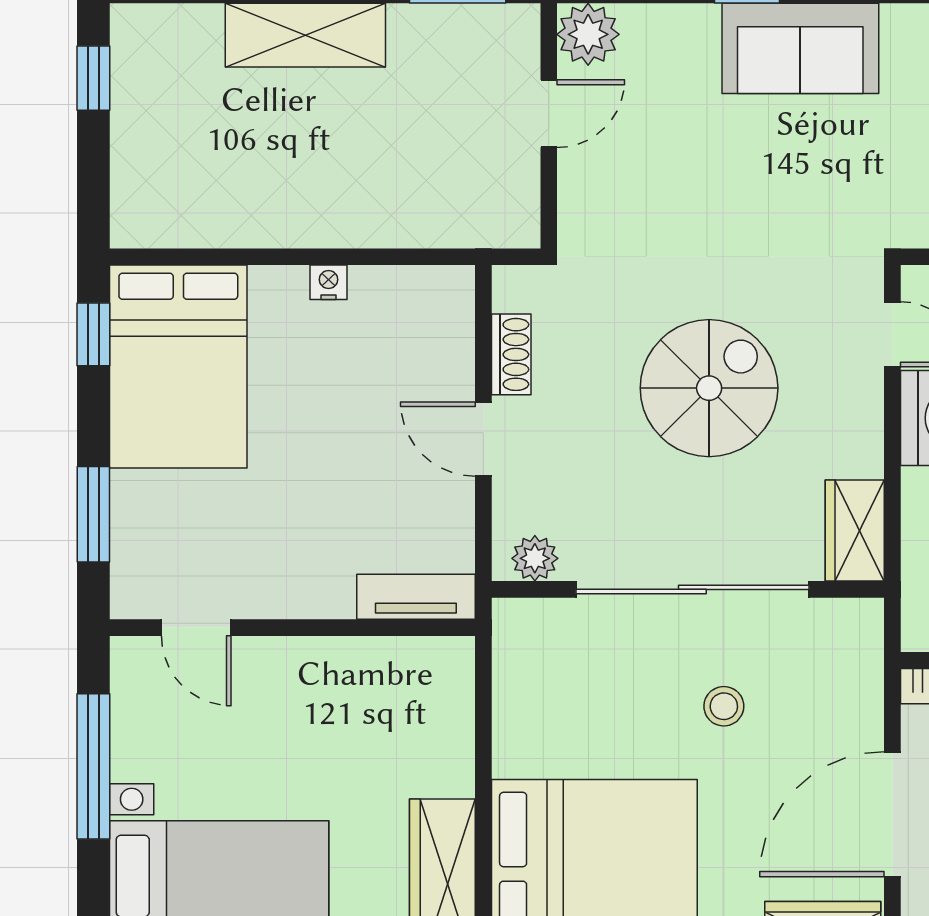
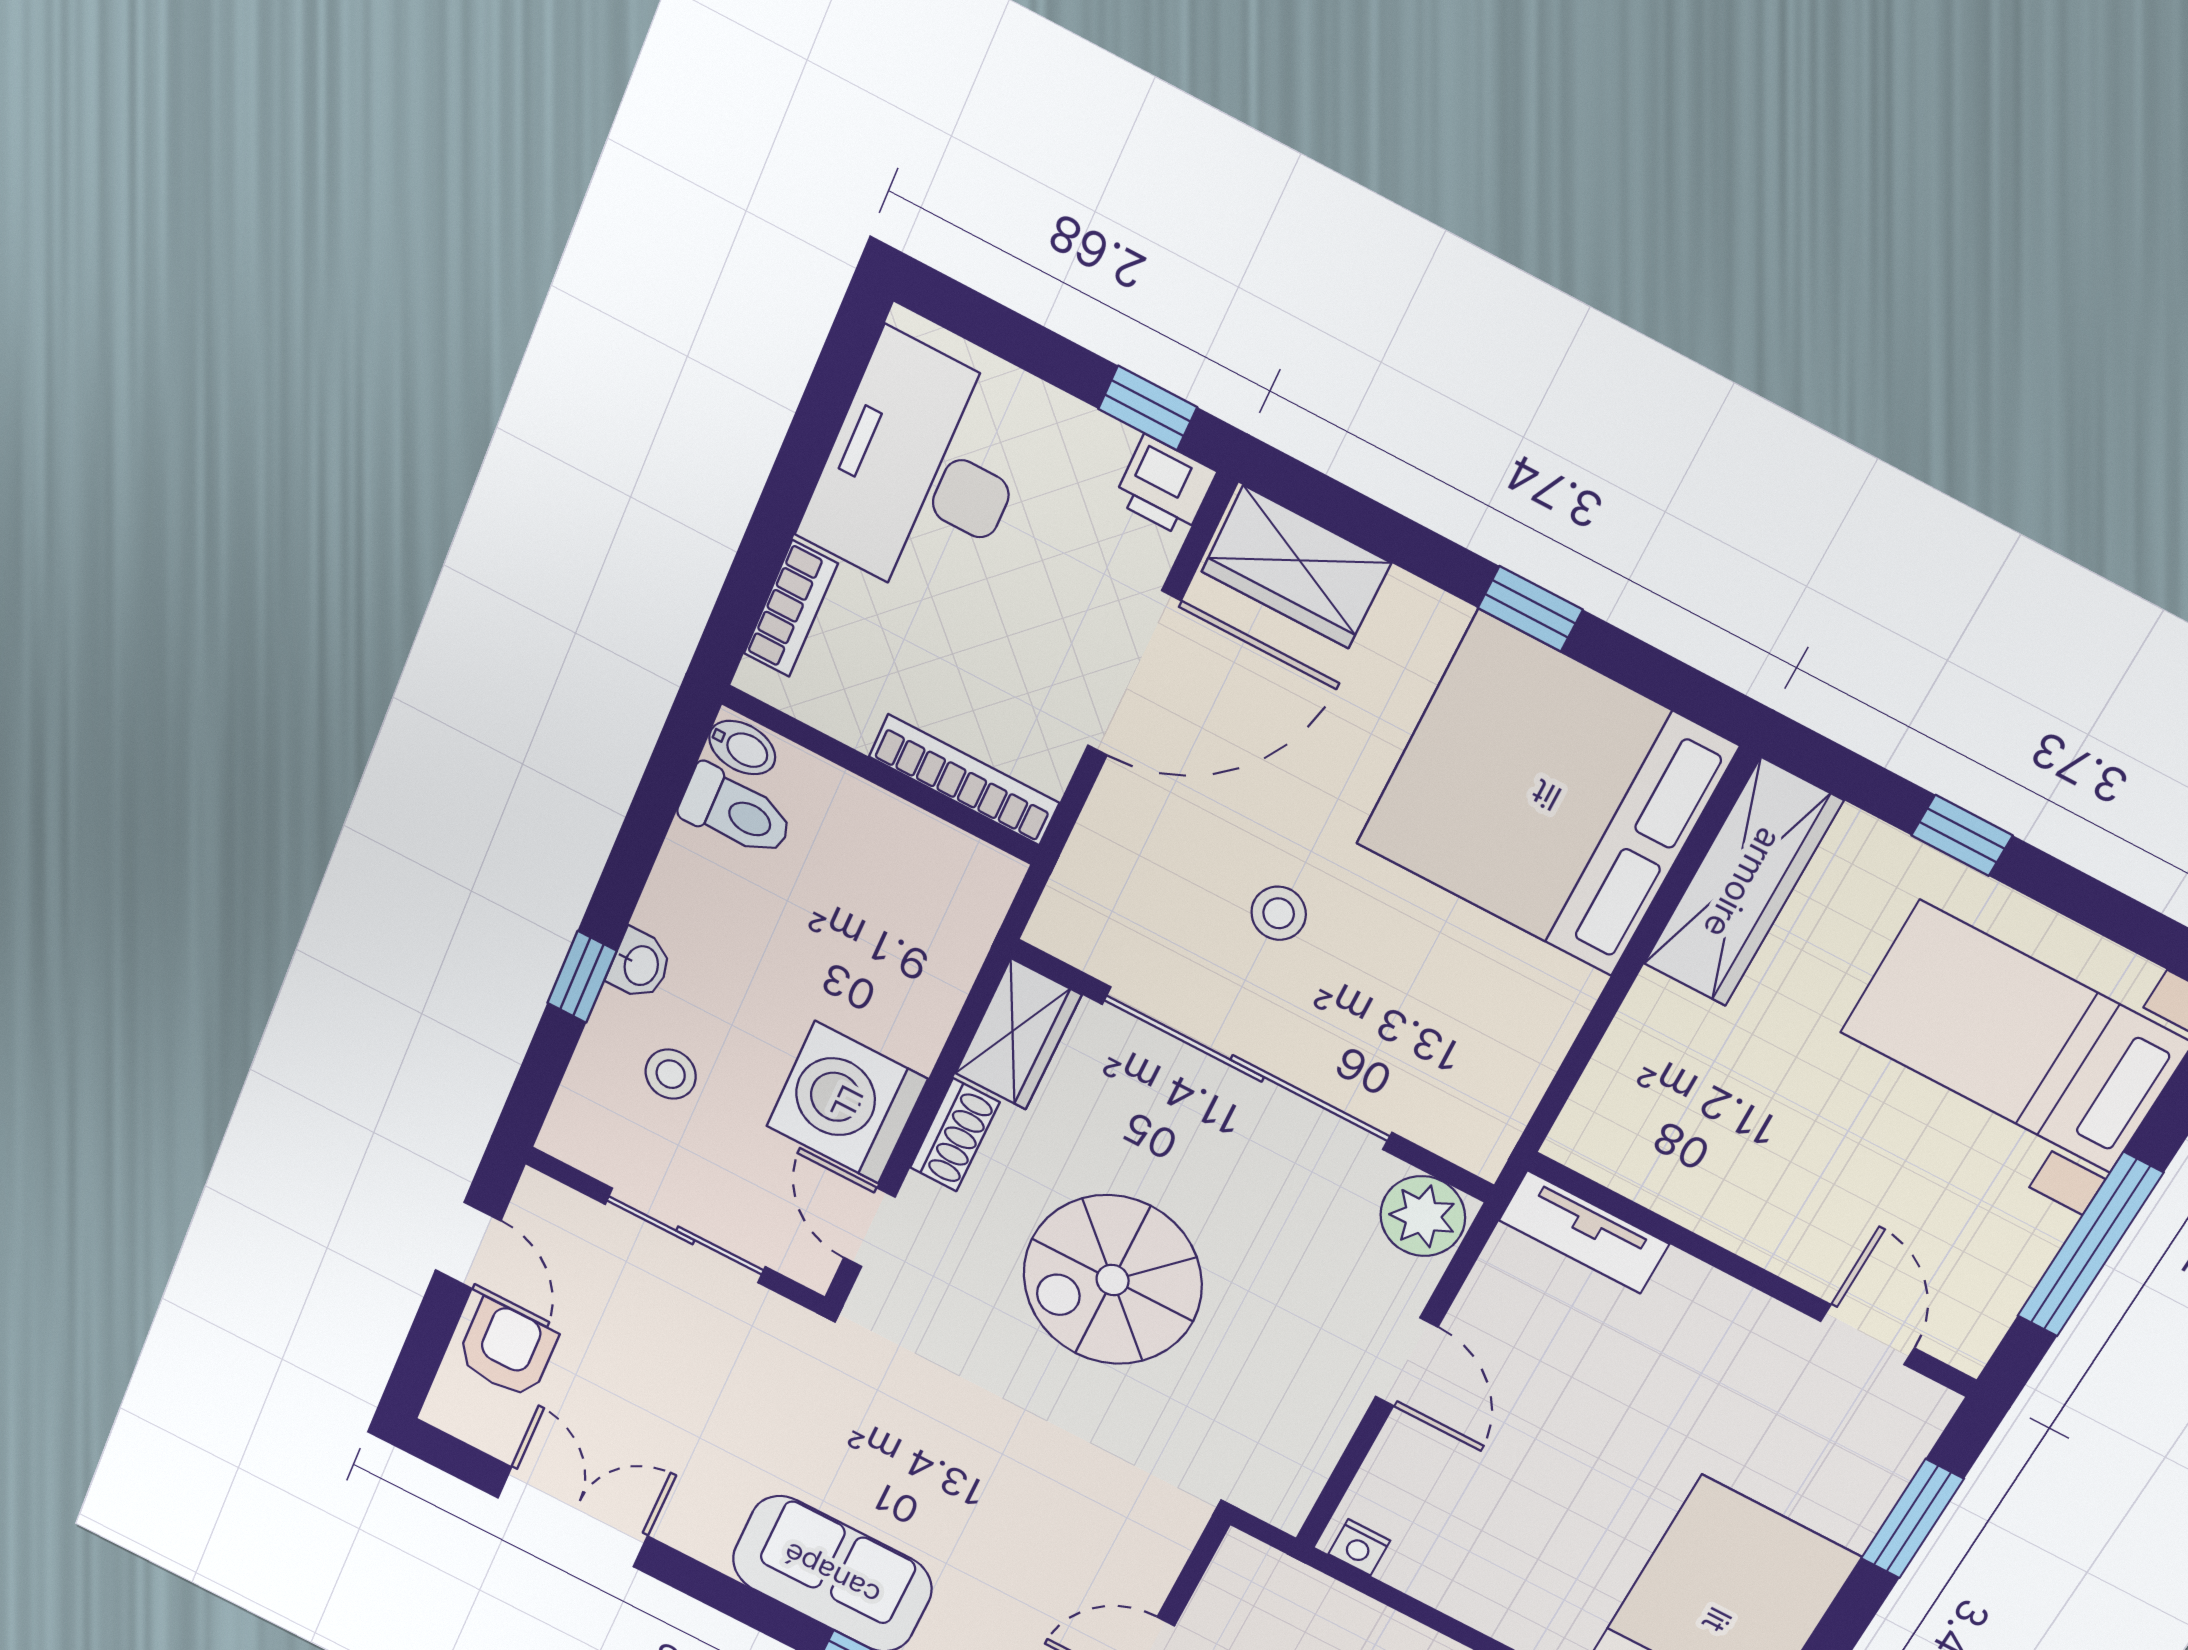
nightstand: (329, 282) -> (1359, 1547), moved
shoe rack: (511, 354) -> (955, 1135), moved, turned 180
plant: (535, 558) -> (1423, 1216), width x1.38, depth x1.38

